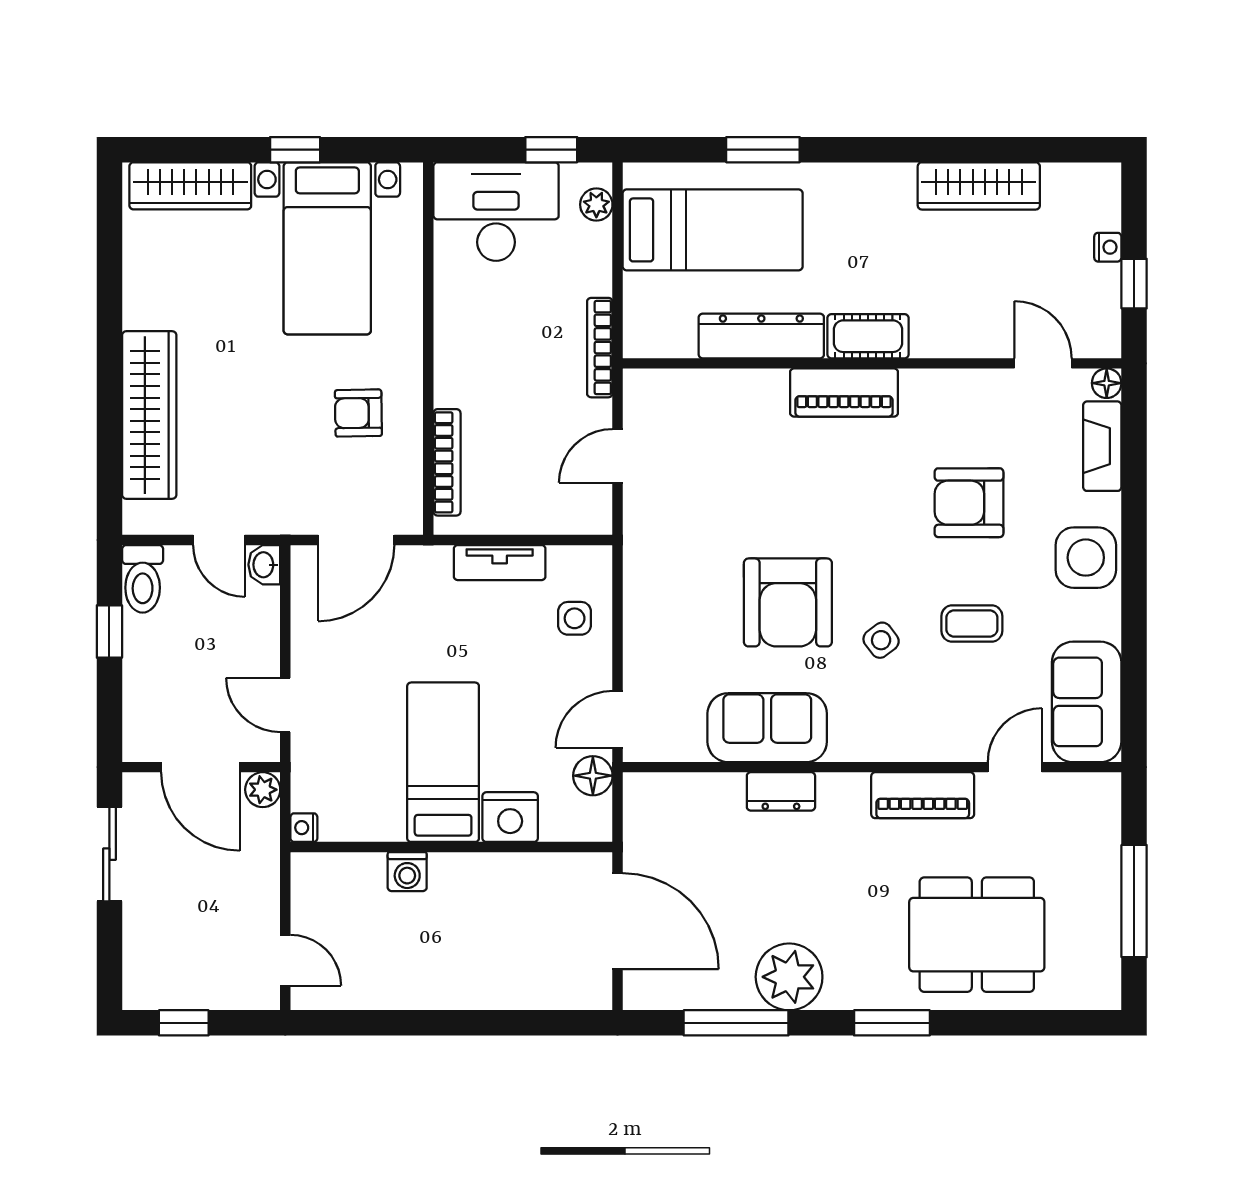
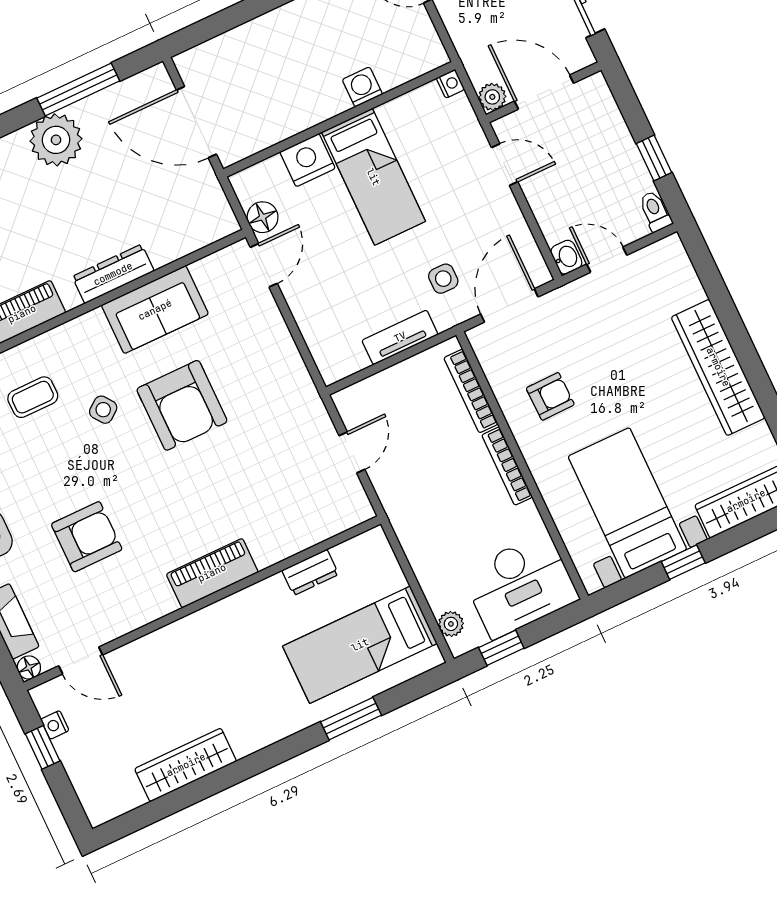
nightstand: (1108, 247) -> (55, 725), moved
dresser: (761, 336) -> (310, 572), width x0.51, depth x0.80
cot: (868, 336) -> (214, 621), removed
bookcase: (600, 348) -> (507, 466), moved, turned 180
wardrobe: (149, 415) -> (718, 367), moved
toilet: (143, 579) -> (655, 211), width x0.73, depth x0.72
armchair: (788, 602) -> (182, 405), turned 180
side table: (575, 618) -> (443, 279), moved
coffee table: (972, 624) -> (33, 397), moved
dresser: (781, 791) -> (113, 274), width x1.44

